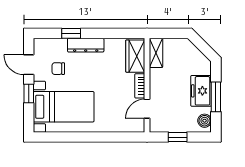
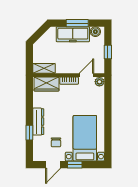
freezer: (201, 91) -> (73, 34), width x1.40
door: (147, 109) -> (86, 75), swing flipped
plant: (138, 126) -> (99, 82), added

